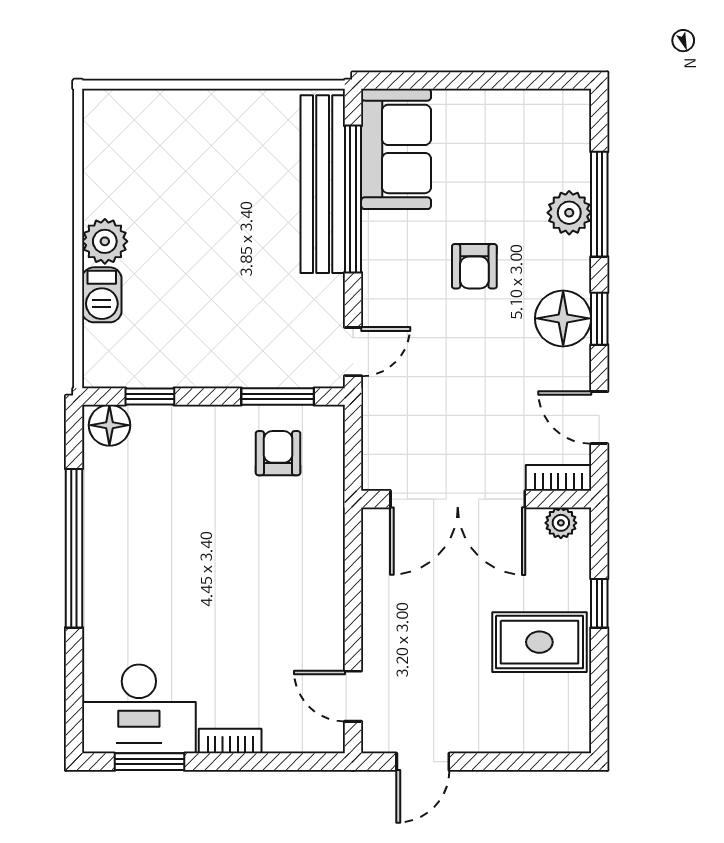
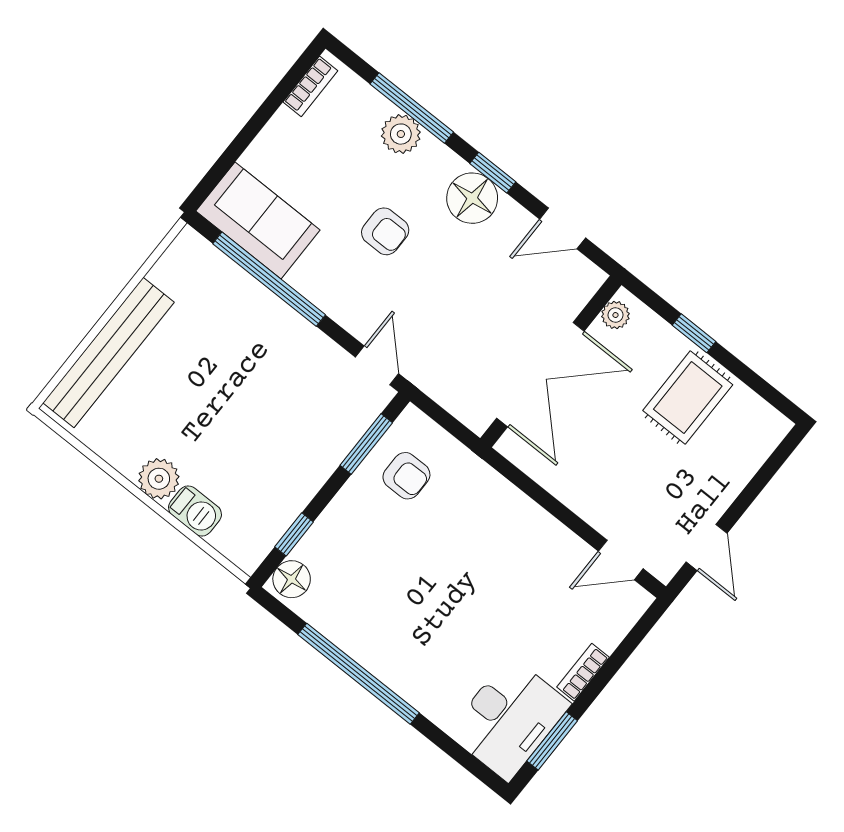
bench: (323, 184) -> (109, 352), moved, turned 90
armchair: (278, 453) -> (406, 476), turned 180
bookcase: (558, 478) -> (310, 86), moved, turned 180

